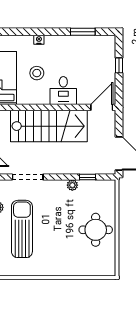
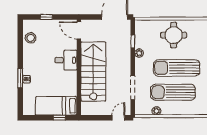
window: (83, 32) -> (20, 78), moved
stool: (37, 73) -> (31, 38), moved
sun lounger: (53, 234) -> (177, 68), added

